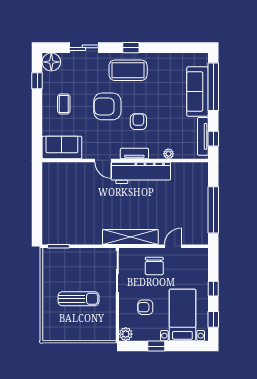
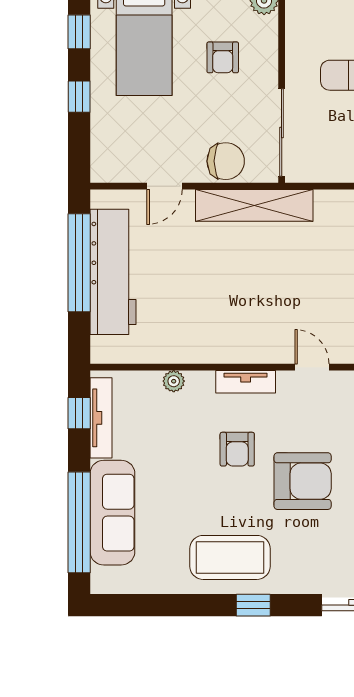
coffee table: (128, 70) -> (230, 557), moved
workbench: (141, 173) -> (113, 272), moved, turned 90
chair: (154, 266) -> (226, 161), moved, turned 90
armchair: (145, 307) -> (223, 57), turned 90

